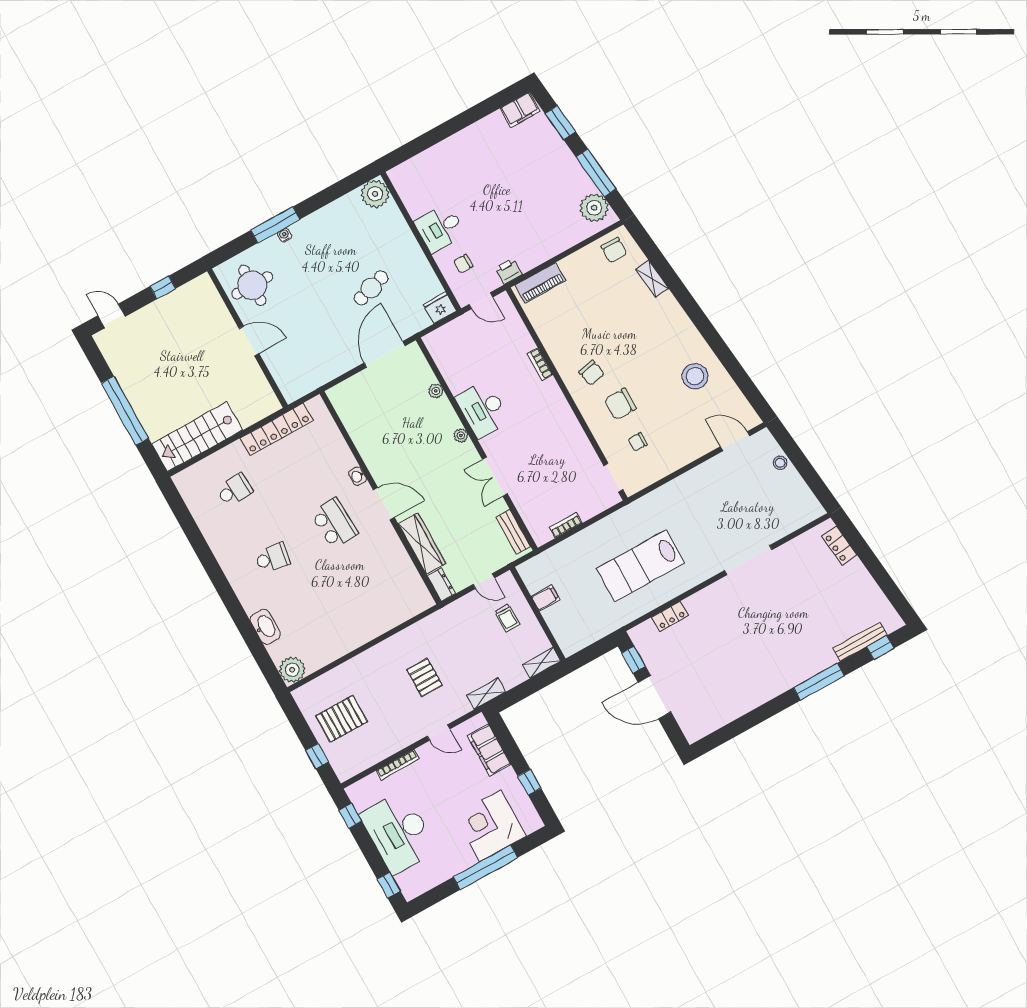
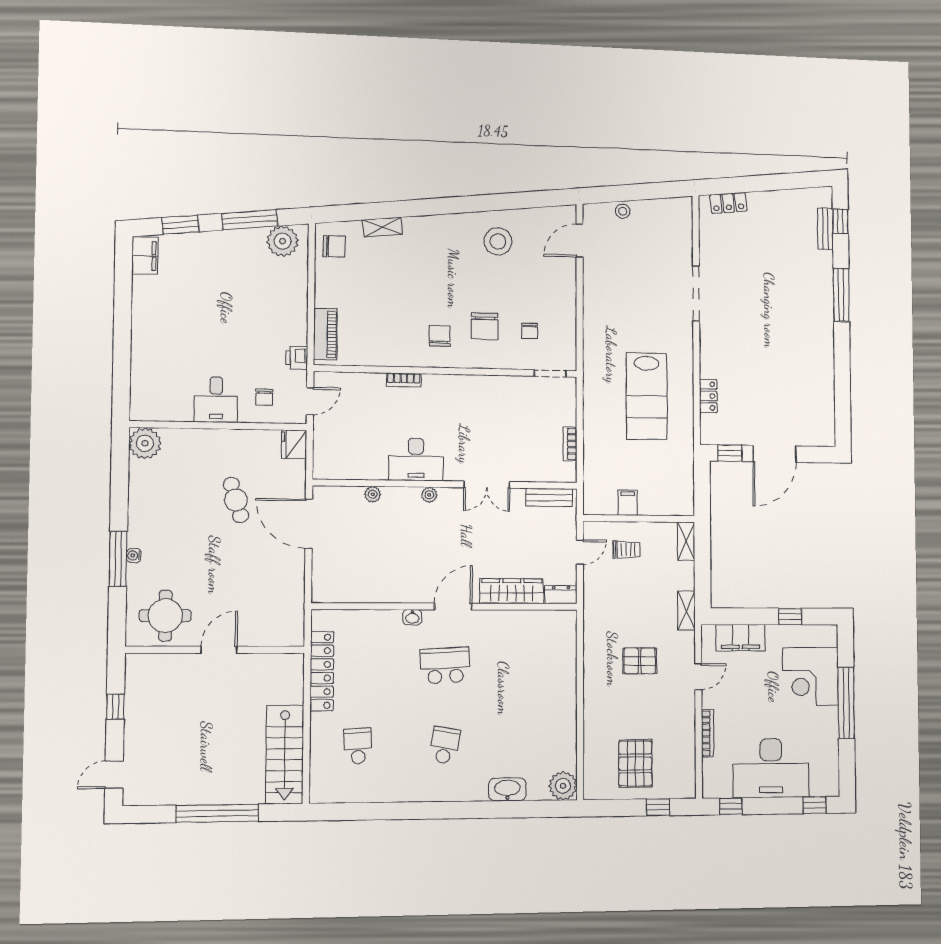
chair: (592, 373) -> (440, 336), turned -78
bench: (860, 642) -> (825, 229), width x0.73

